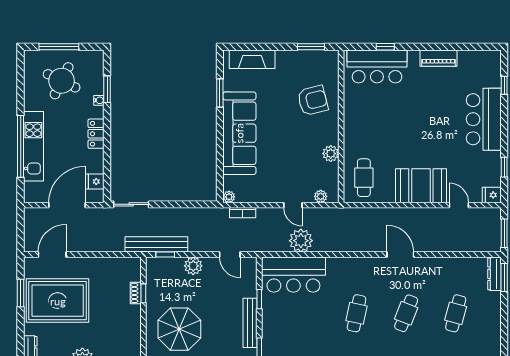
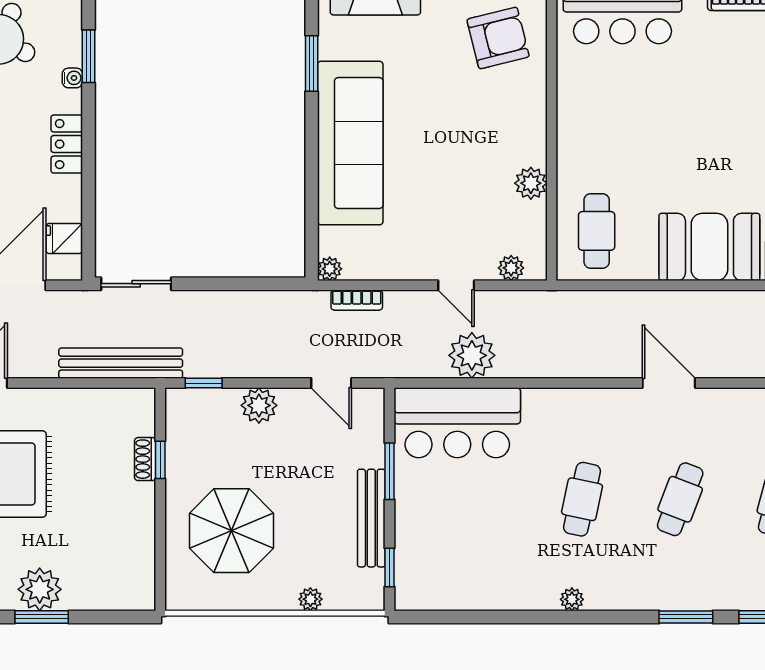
armchair: (313, 100) -> (498, 38), moved
bench: (156, 244) -> (121, 363), moved
window: (259, 299) -> (390, 471), width x1.50

